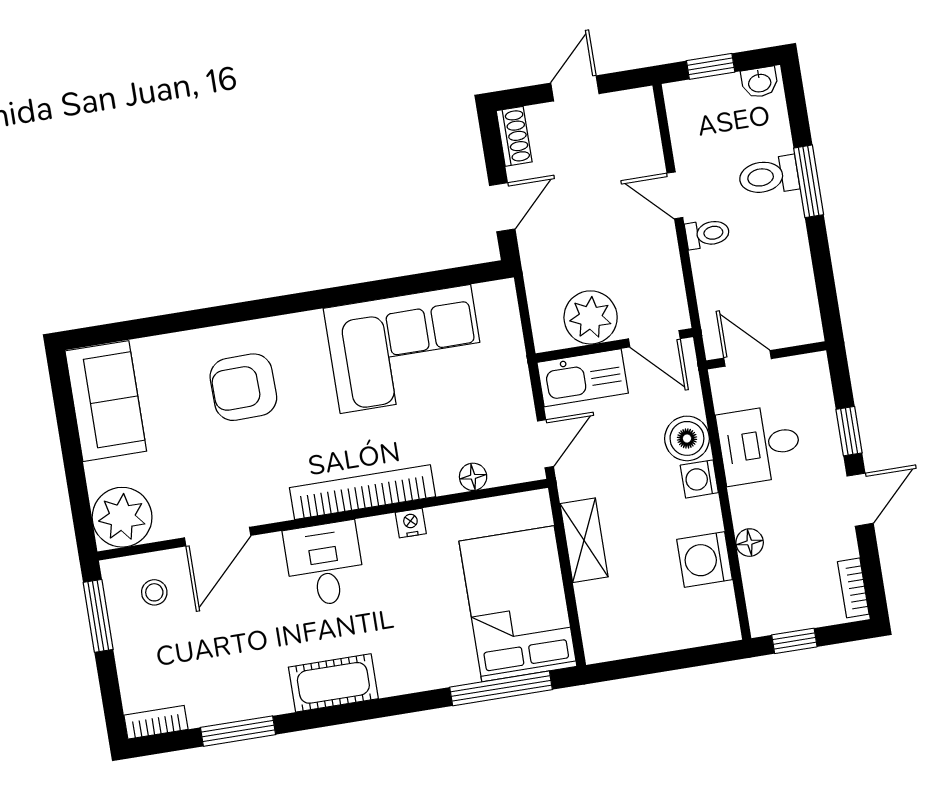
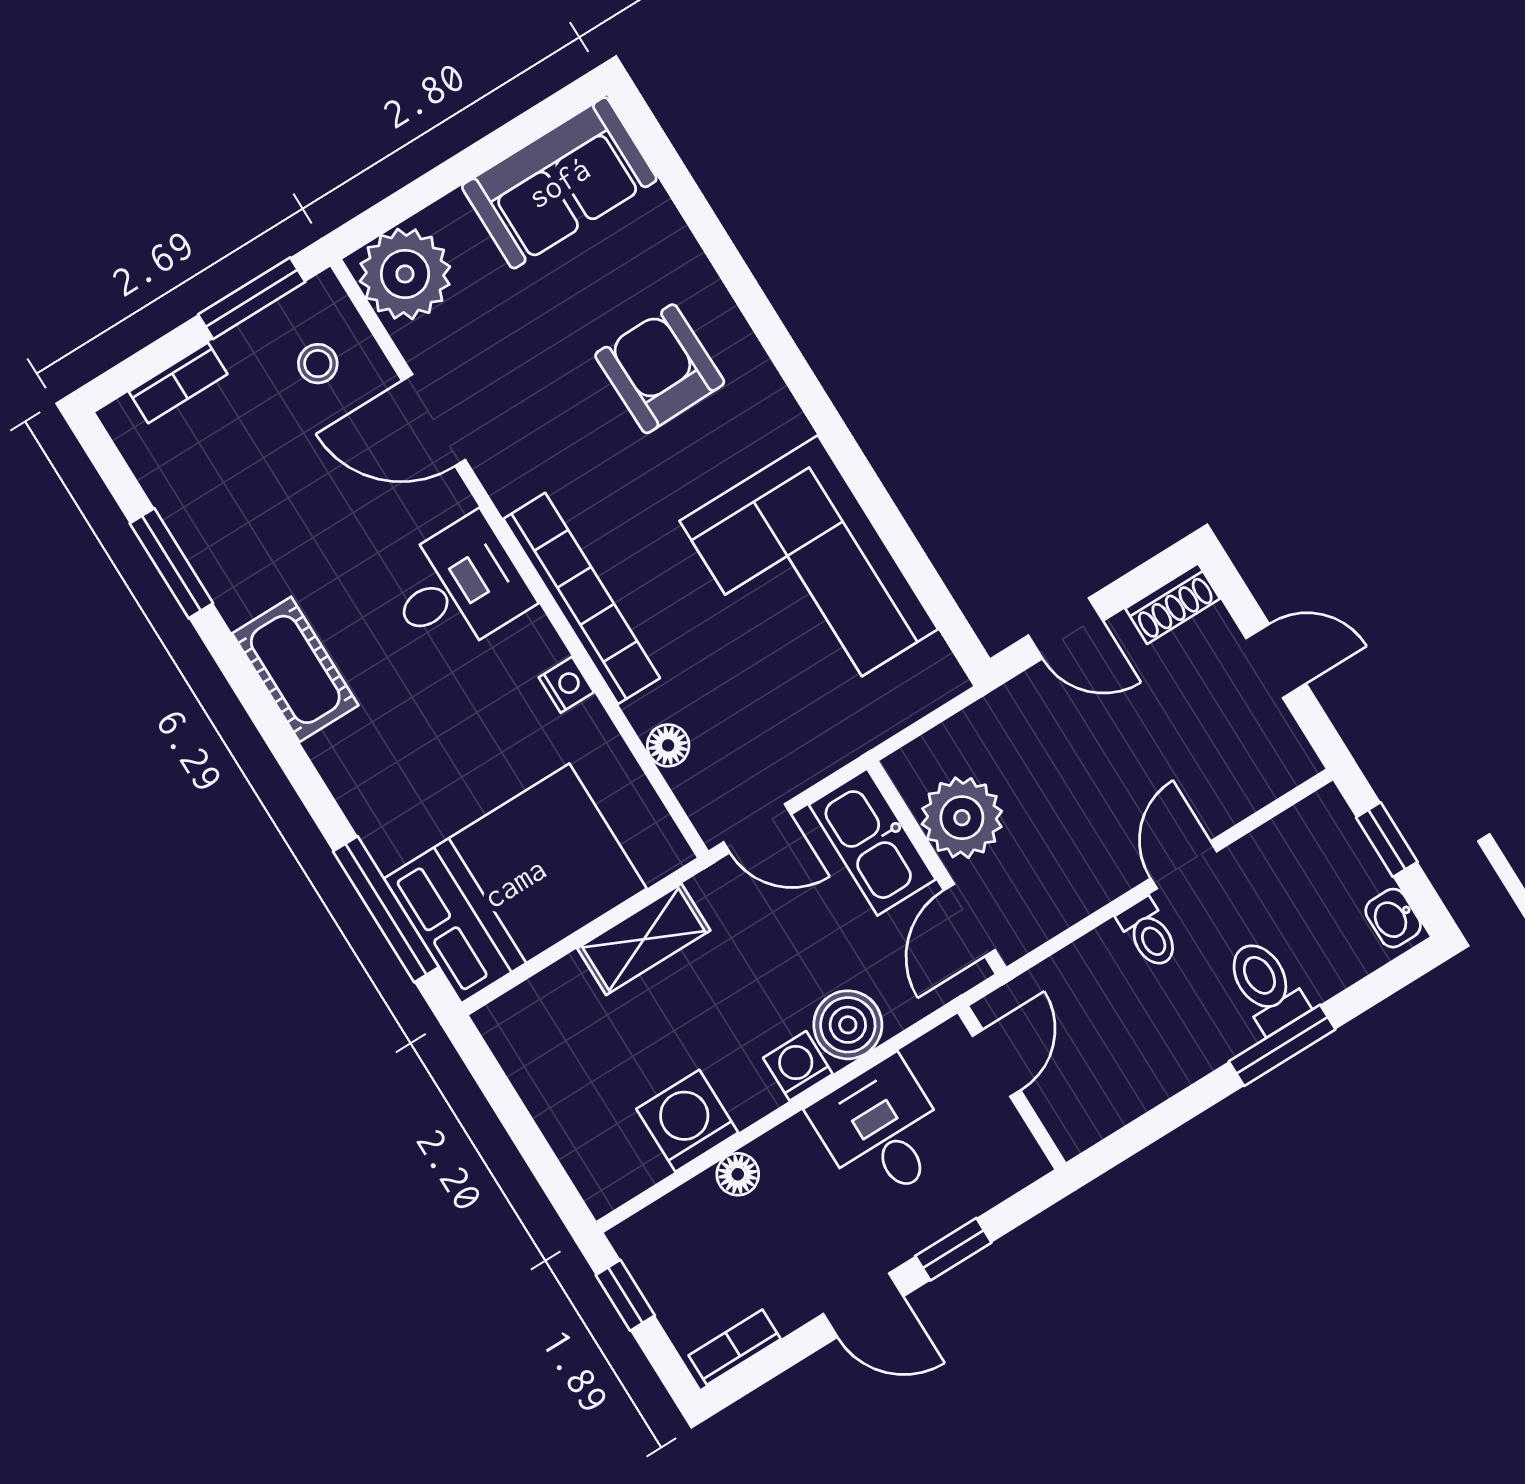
bookcase: (156, 722) -> (178, 383), moved, turned 90

